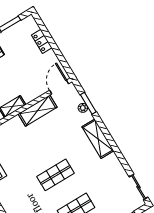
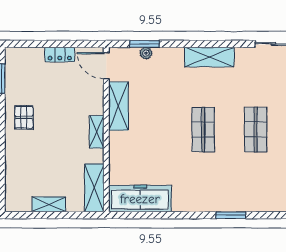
locker: (42, 41) -> (60, 54), moved
shelving: (98, 139) -> (209, 57), moved

